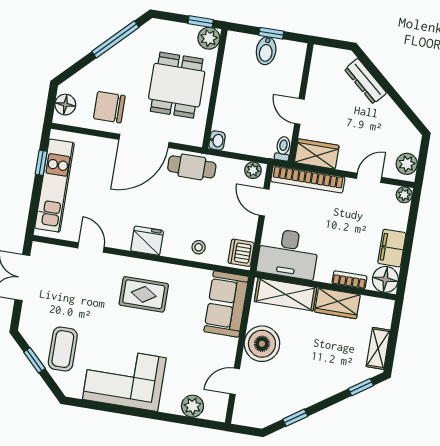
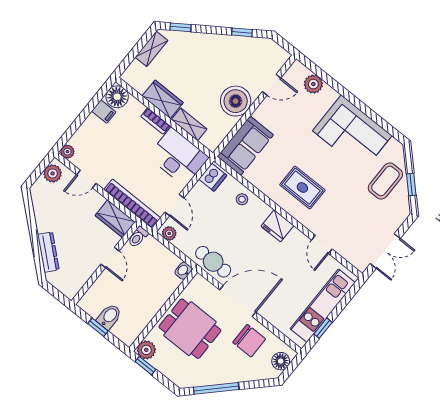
dining table: (177, 85) -> (190, 329), turned 90
filing cabinet: (392, 248) -> (104, 112), width x0.50
bookcase: (349, 280) -> (155, 121), moved
shelving: (286, 294) -> (189, 124), width x0.67, depth x0.75

